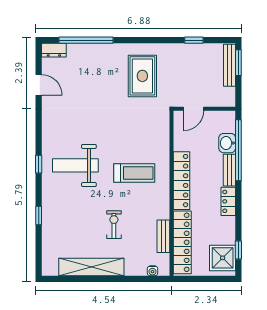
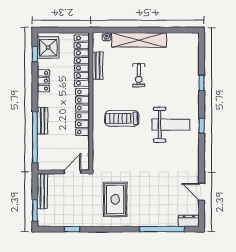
bench: (230, 65) -> (42, 191), moved
washbasin: (227, 143) -> (44, 143), removed
locker: (228, 201) -> (43, 81), moved
shelving: (91, 267) -> (139, 40), moved

